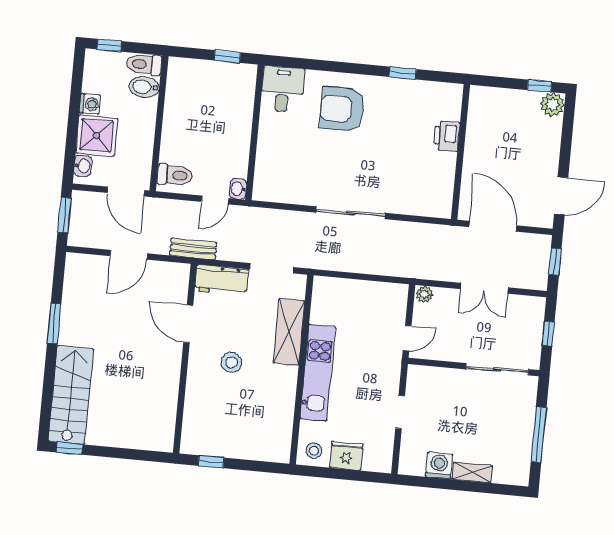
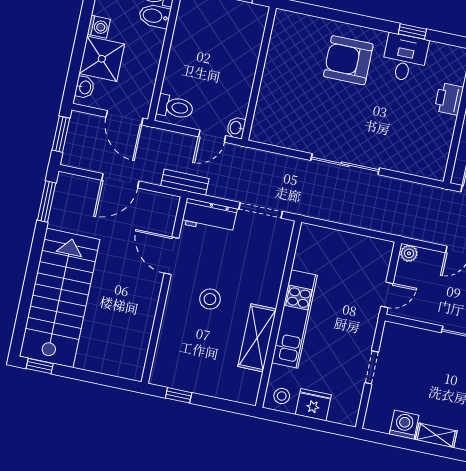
desk: (283, 89) -> (405, 58), moved
window: (54, 323) -> (47, 201), moved
shelving: (289, 332) -> (257, 338), moved
stairs: (71, 395) -> (60, 298), width x1.36, depth x1.51

